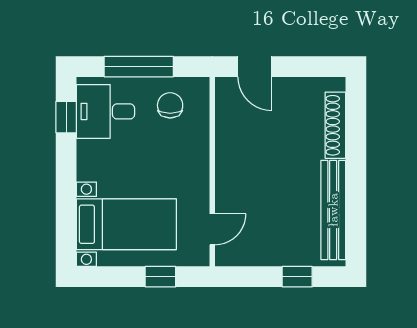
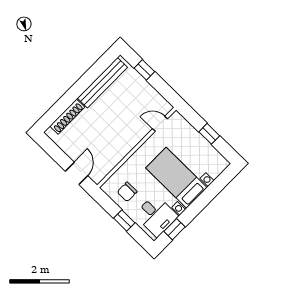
window: (139, 67) -> (124, 221), width x0.46
bed with nightstands: (126, 224) -> (176, 178), moved
window: (160, 277) -> (209, 134), moved

